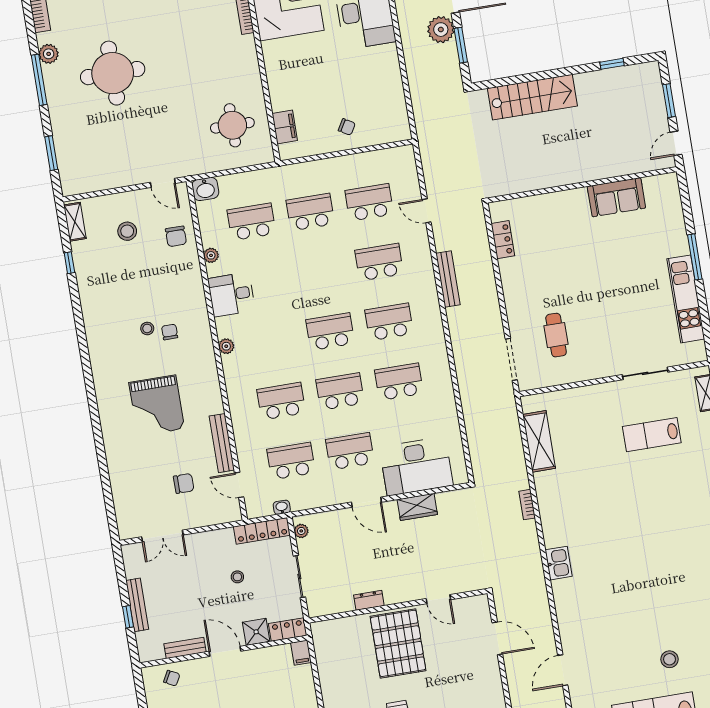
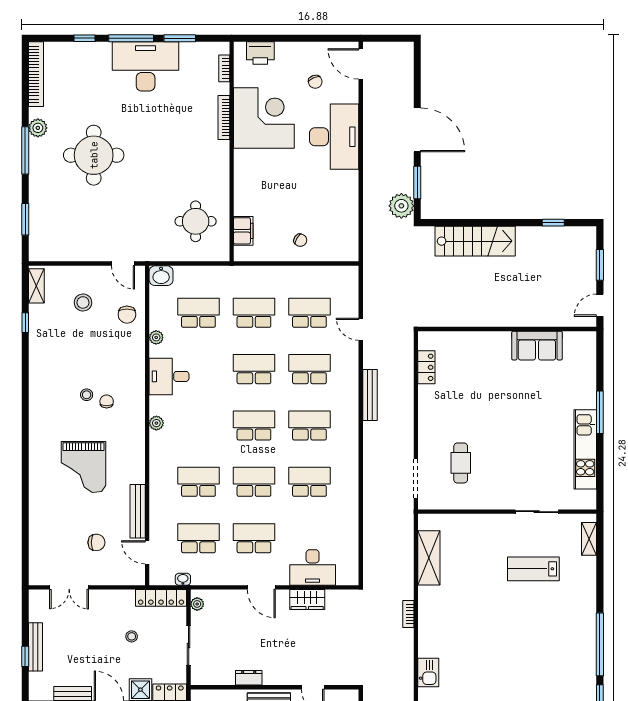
plant: (441, 30) -> (401, 206), moved
school desk: (320, 272) -> (254, 369), added
desk: (416, 466) -> (313, 567), width x0.73, depth x0.77

